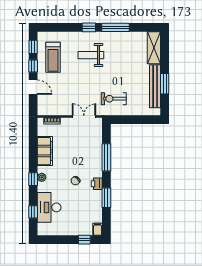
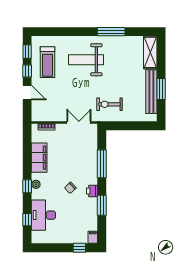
window: (89, 27) -> (84, 32), removed
weight bench: (91, 55) -> (86, 60), width x1.36, depth x1.33

